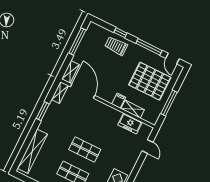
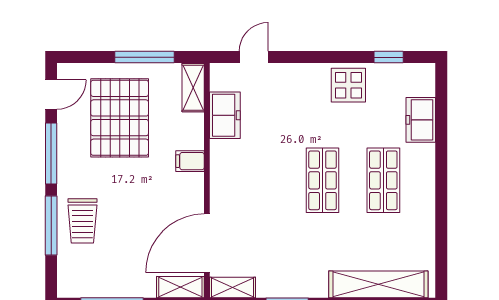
window: (120, 33) -> (51, 226), width x2.17
shelving: (133, 109) -> (193, 88), moved

